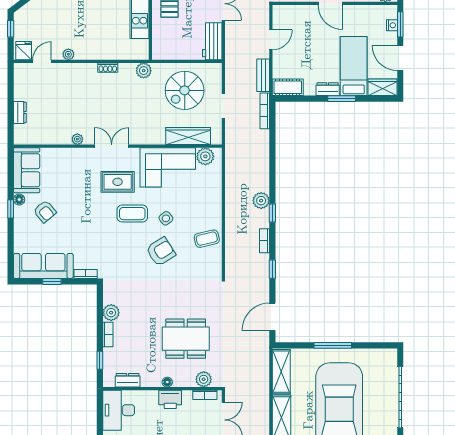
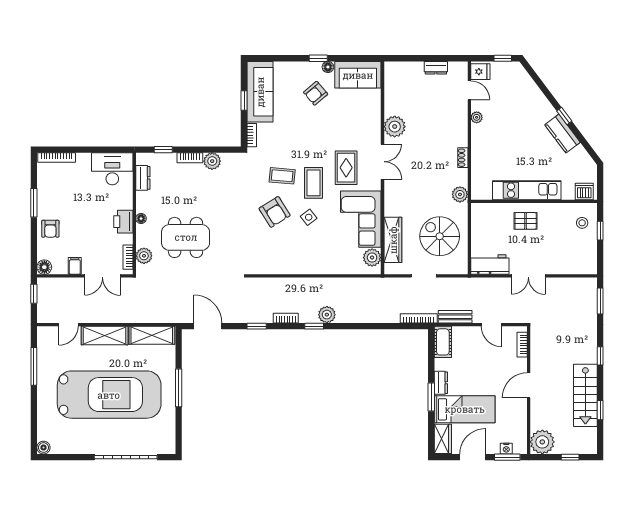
bookcase: (290, 10) -> (522, 345), added
dresser: (20, 112) -> (436, 68), moved
plant: (77, 139) -> (395, 127), width x1.87, depth x1.87
coffee table: (207, 239) -> (282, 176), moved, turned -72
dining table: (186, 339) -> (186, 237), turned 90

